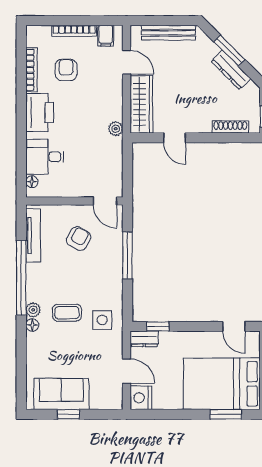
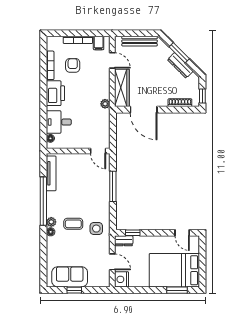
door: (175, 138) -> (144, 110), width x1.87
armchair: (79, 239) -> (81, 175), removed

